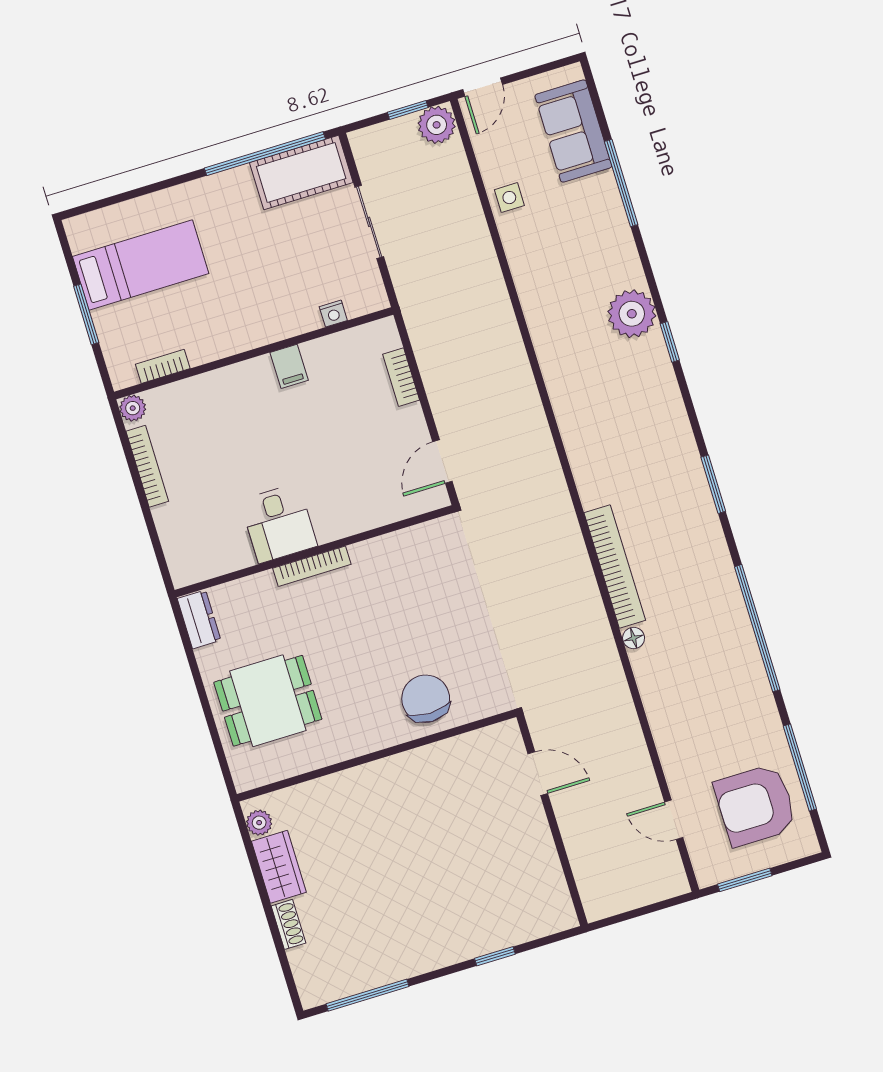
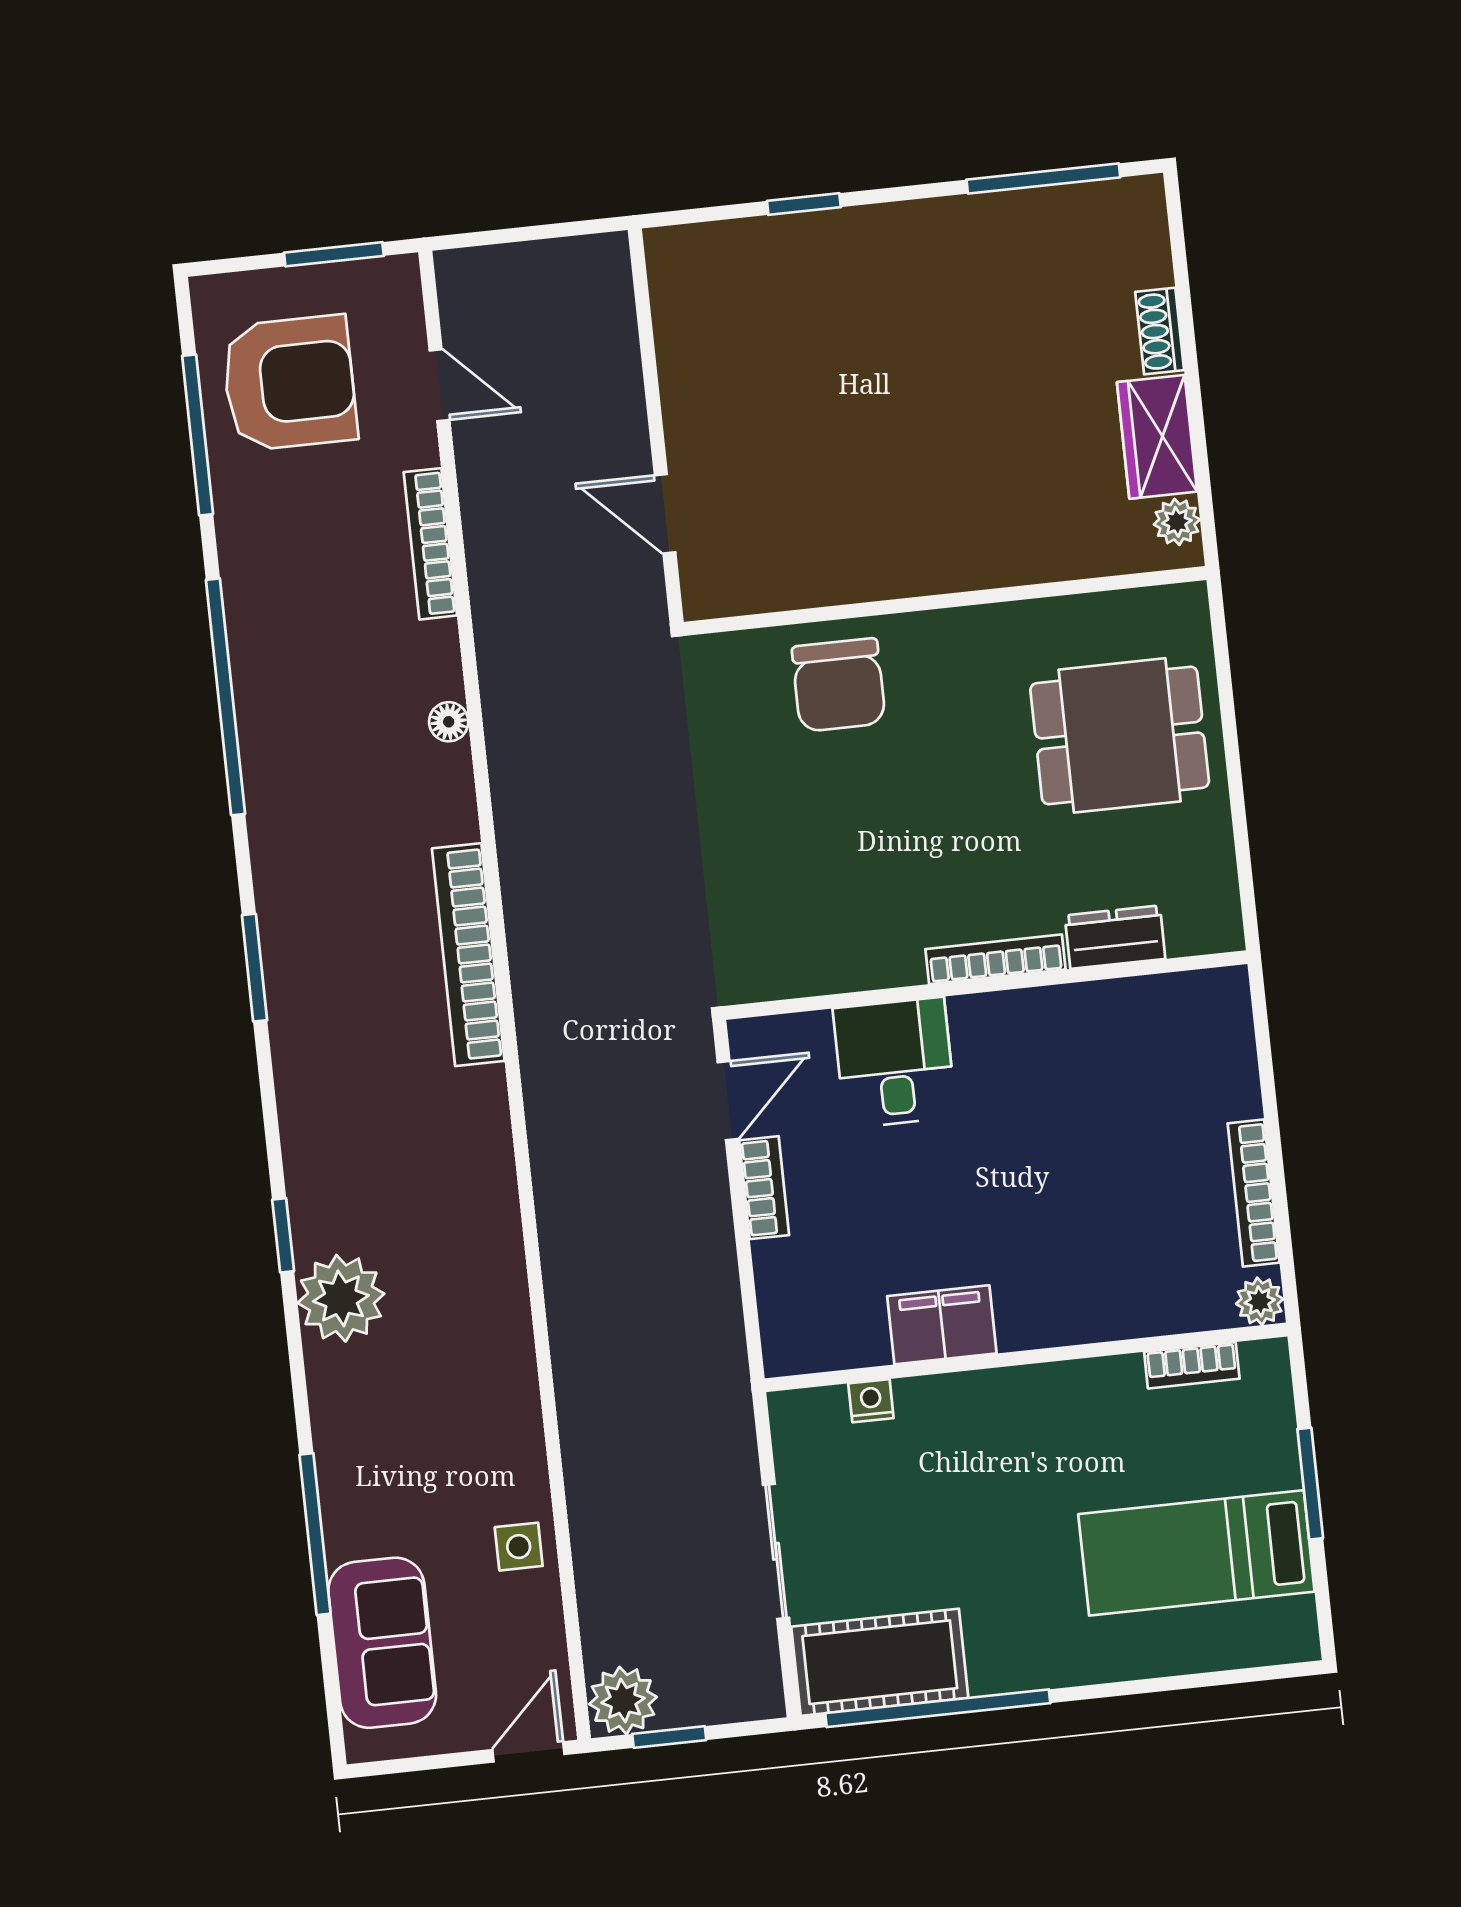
filing cabinet: (289, 366) -> (942, 1325), width x2.00
bookcase: (401, 377) -> (764, 1188), moved
desk: (279, 523) -> (895, 1063), moved
bookcase: (615, 566) -> (468, 955), moved
dresser: (199, 619) -> (1115, 937), moved, turned 90
bookcase: (662, 733) -> (430, 544), added

